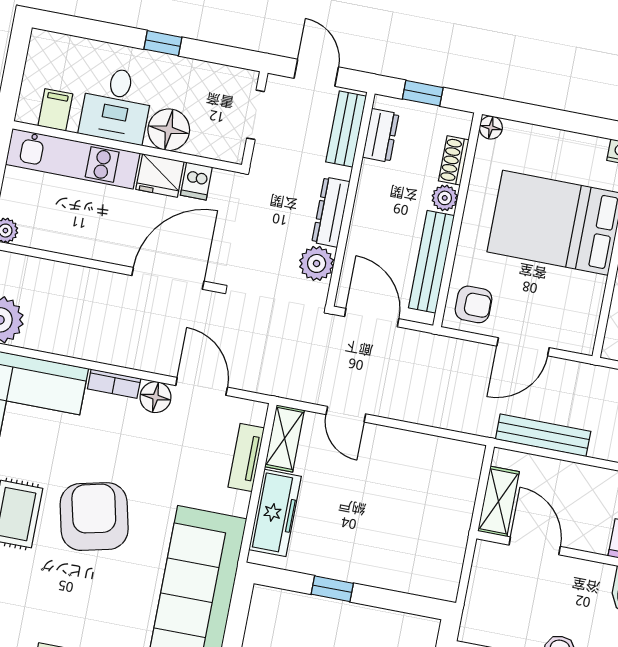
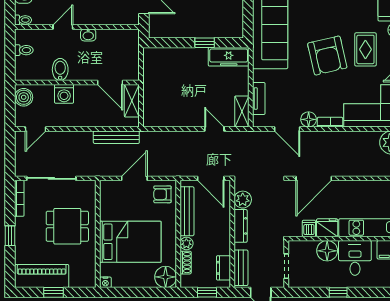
floor lamp: (491, 128) -> (166, 277), width x1.89, depth x1.89
freezer: (275, 513) -> (229, 57), moved, turned -90

